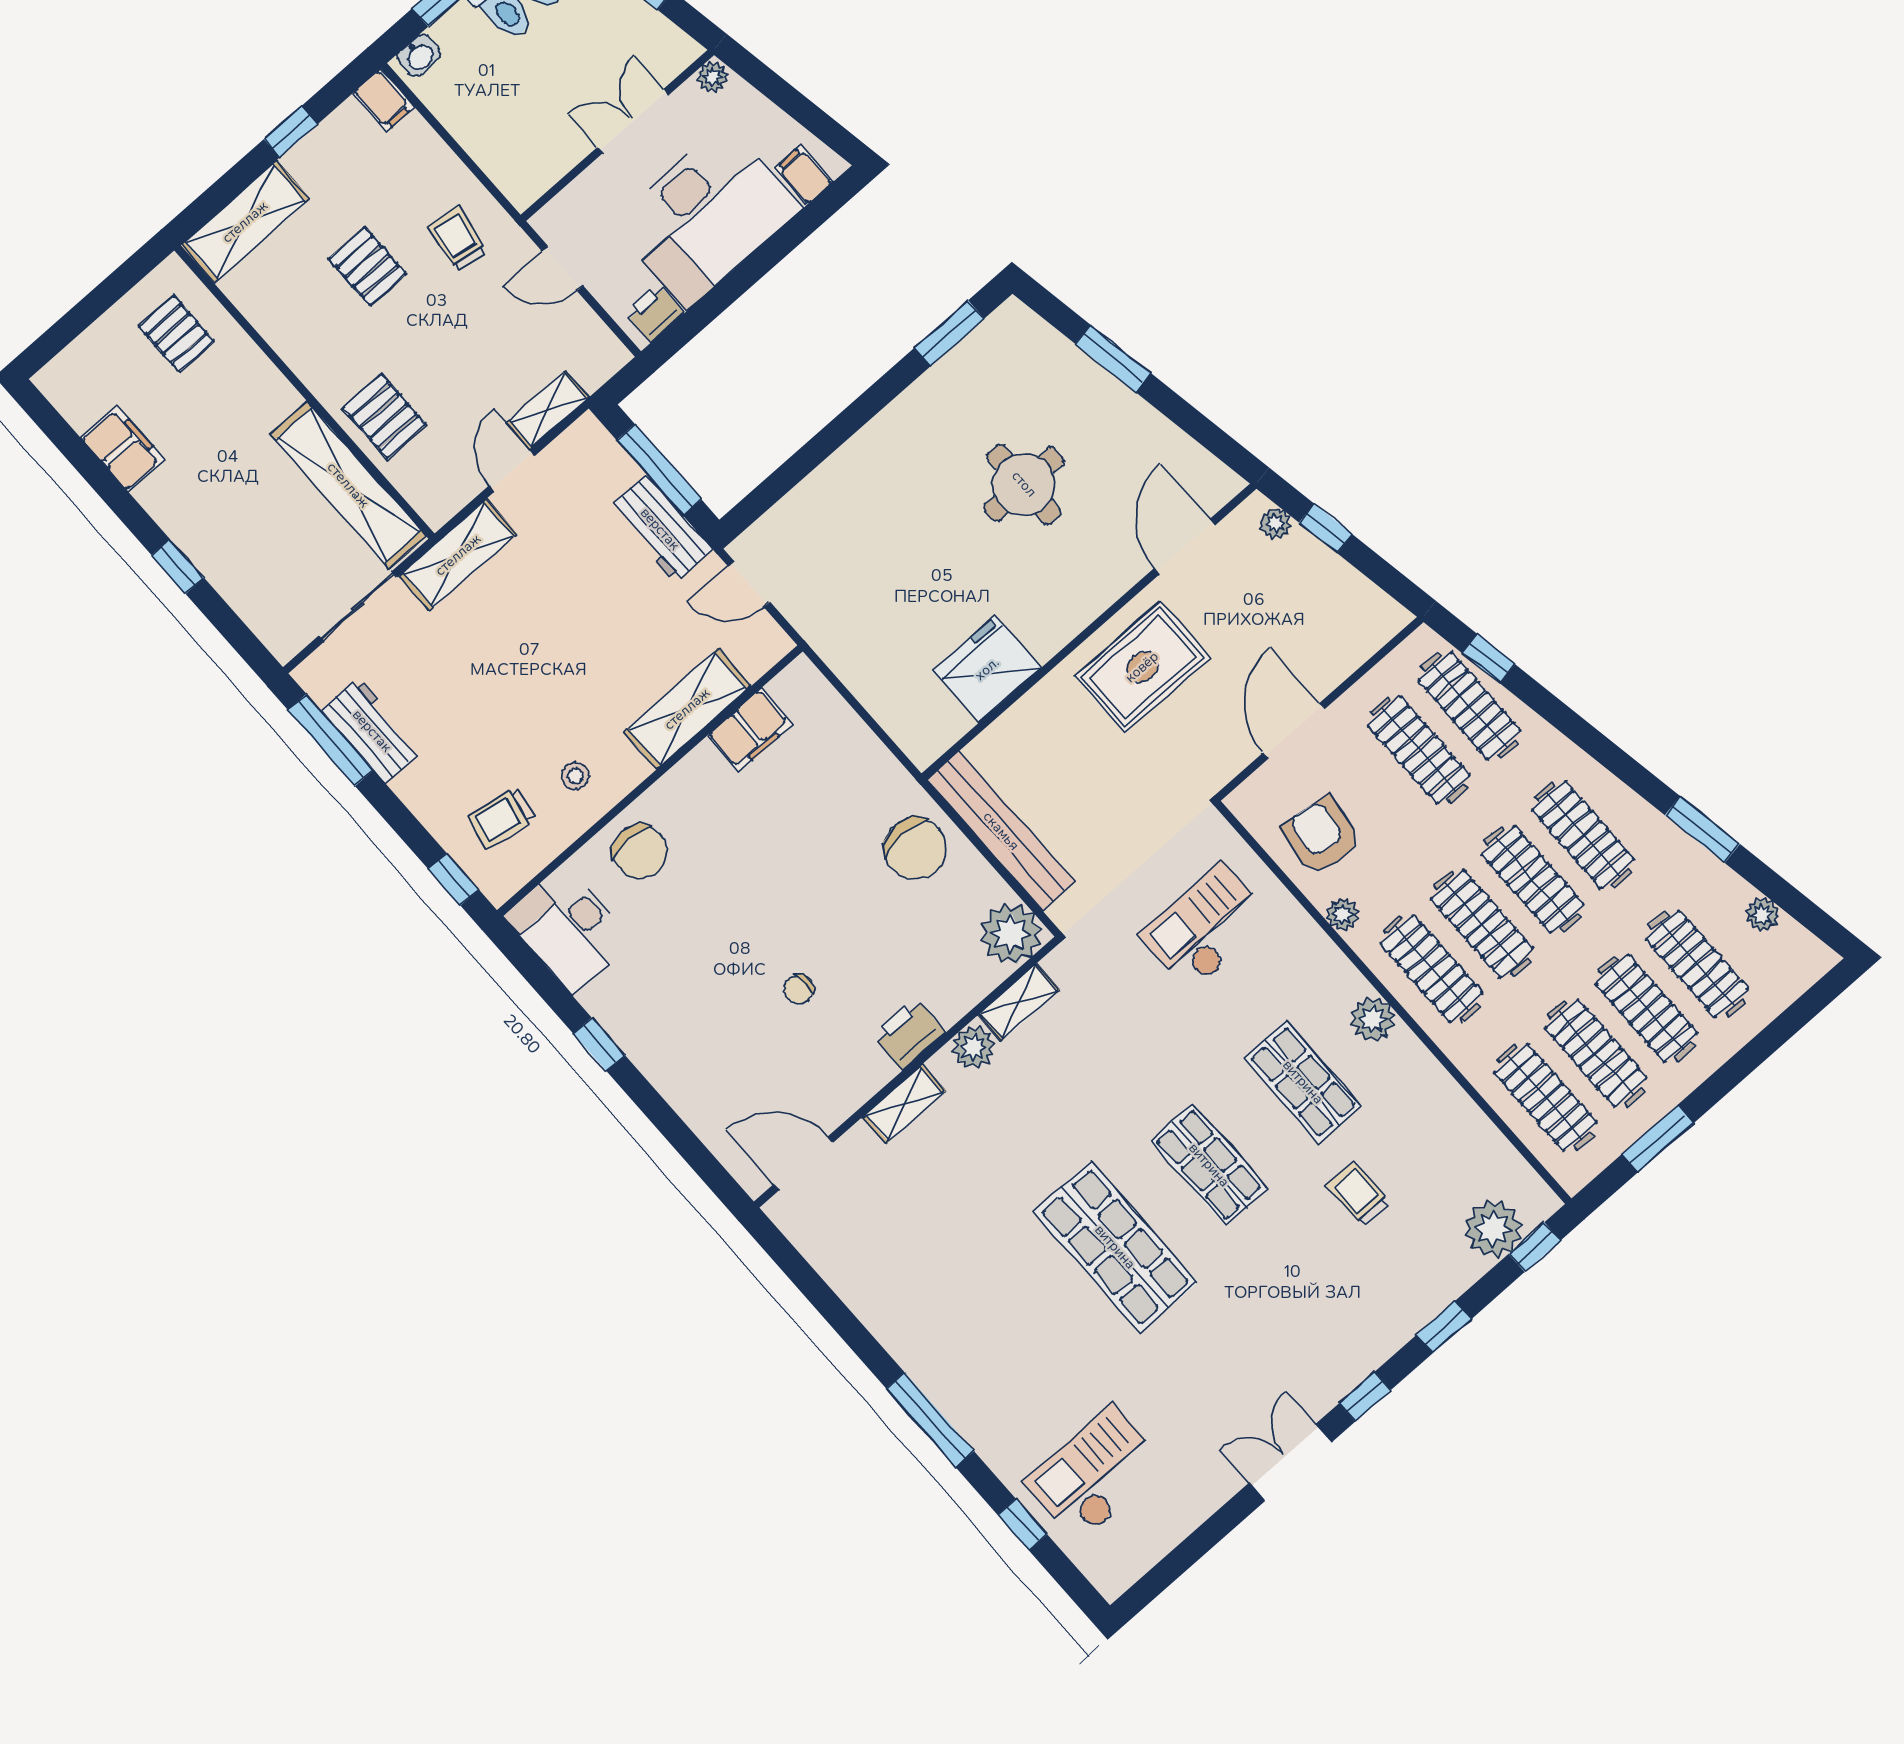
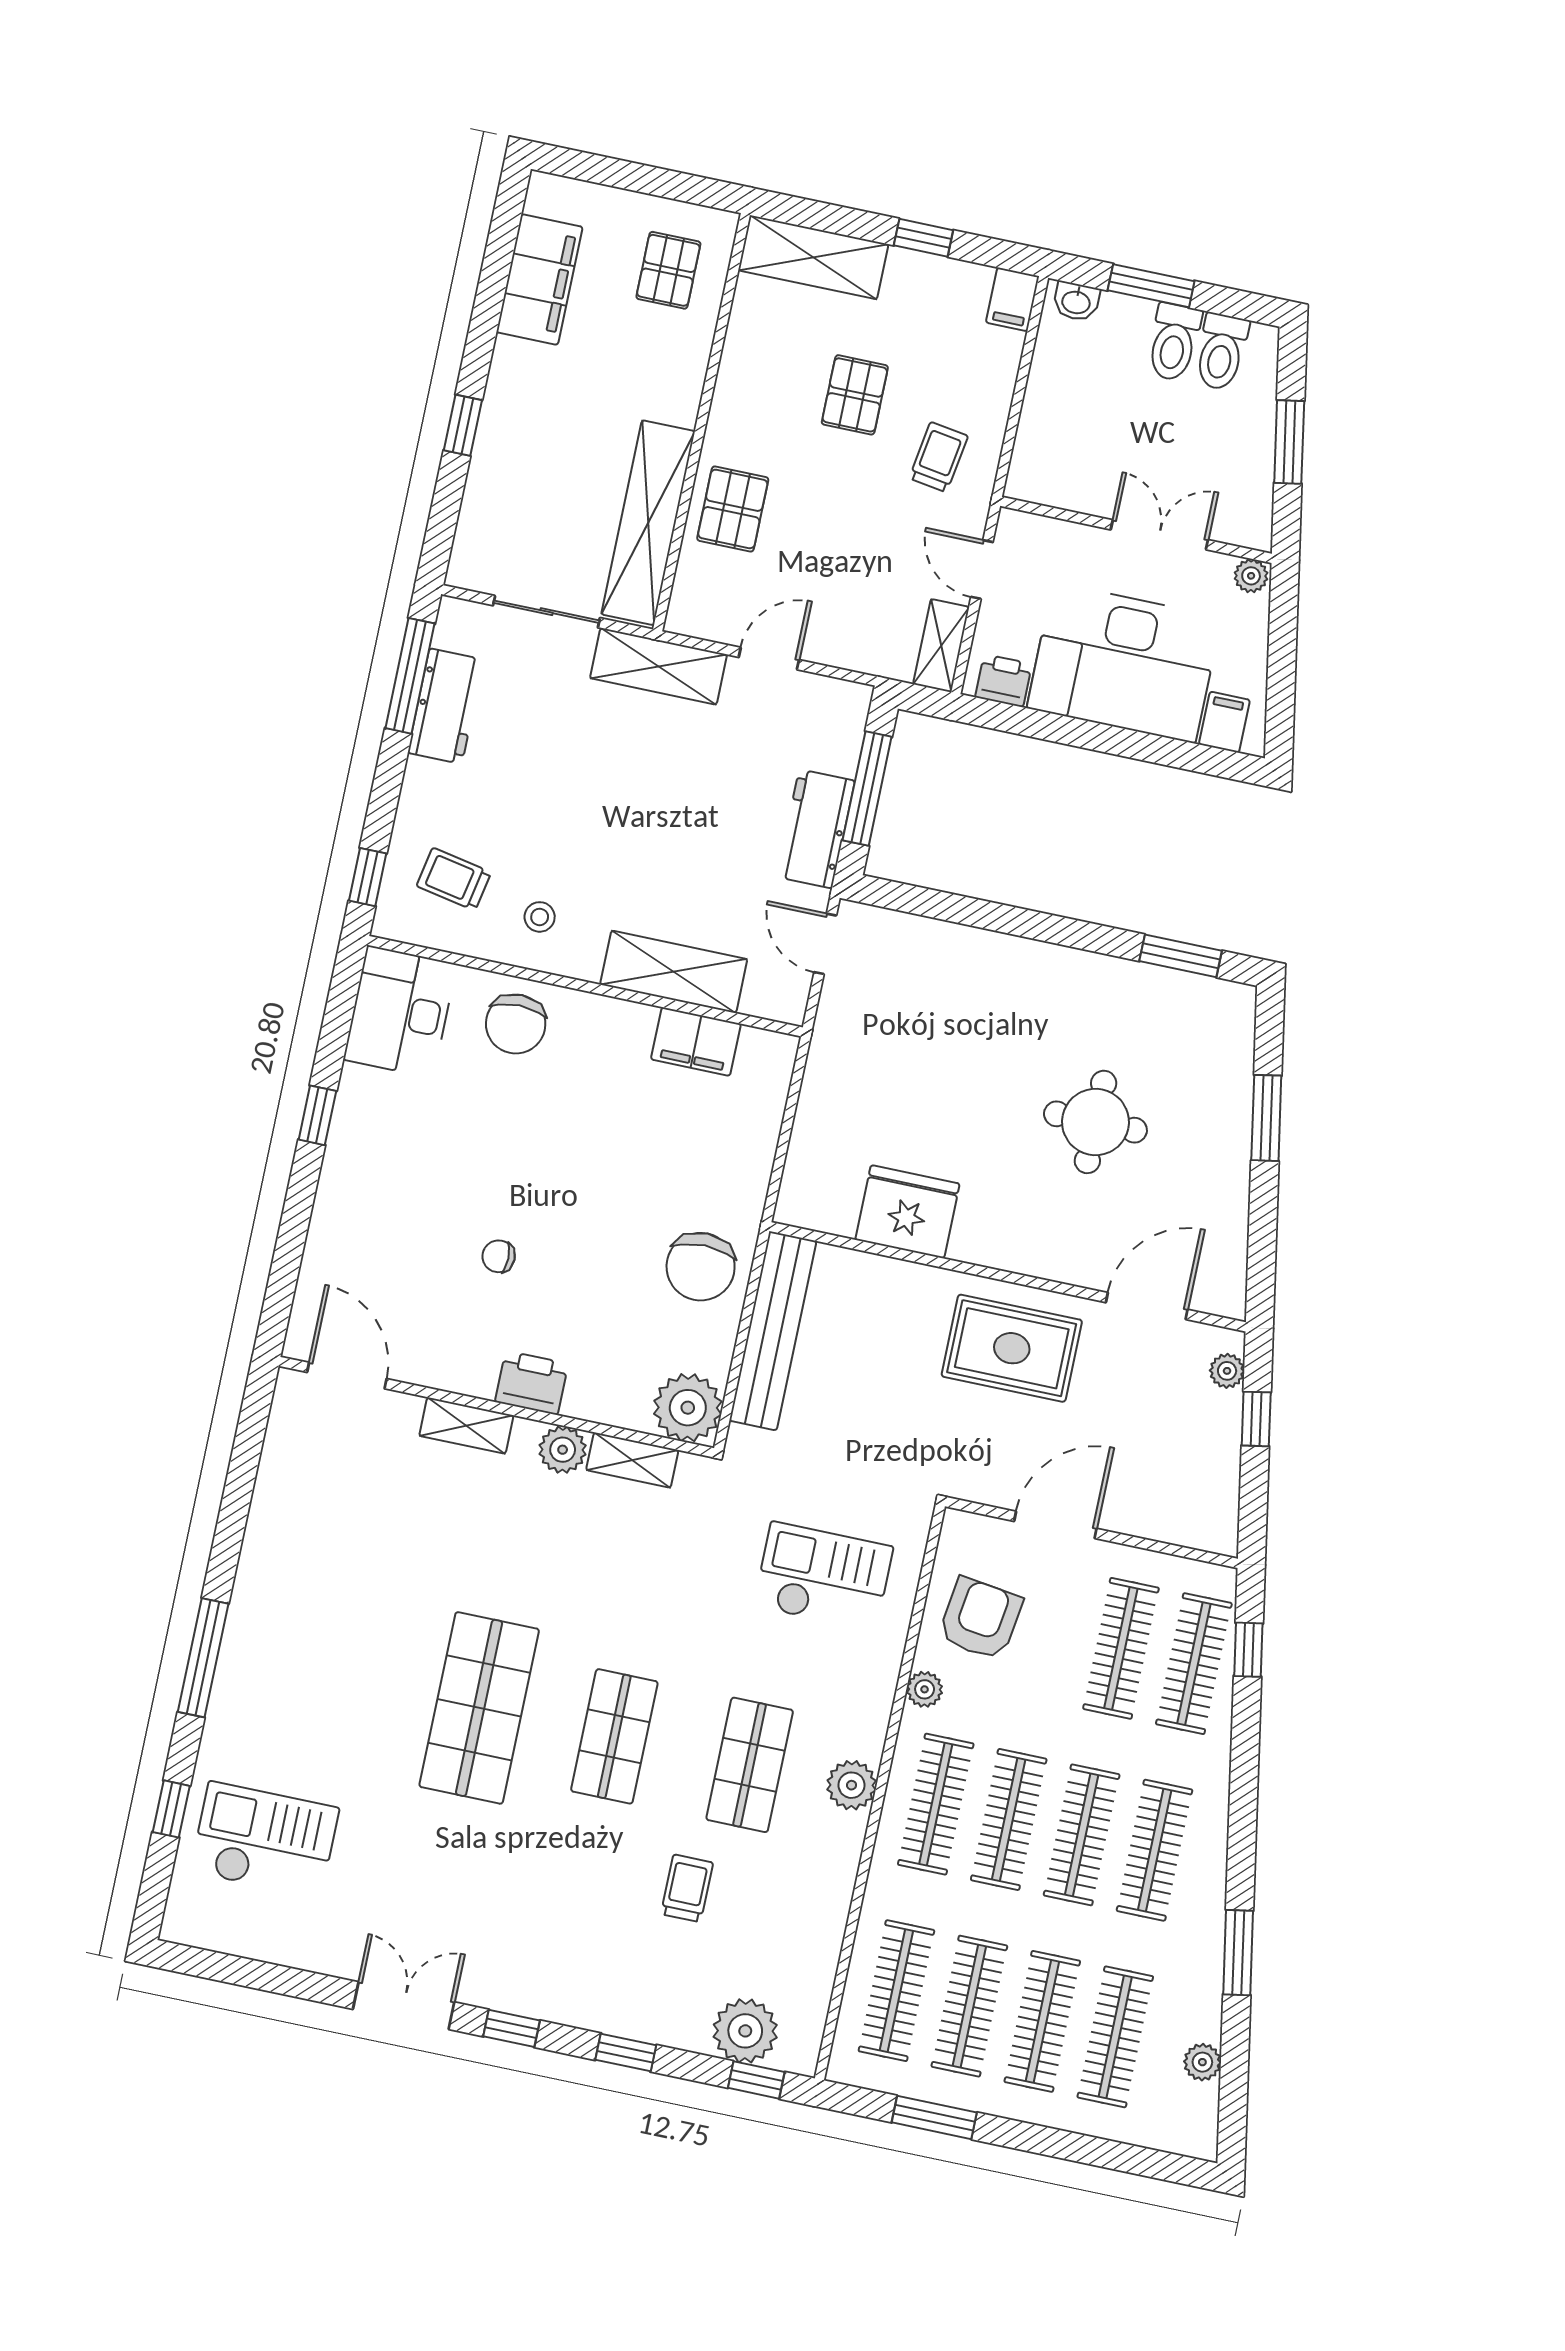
shelving: (548, 410) -> (941, 646), moved, turned 90
filing cabinet: (123, 449) -> (539, 279), width x1.50, depth x1.17

